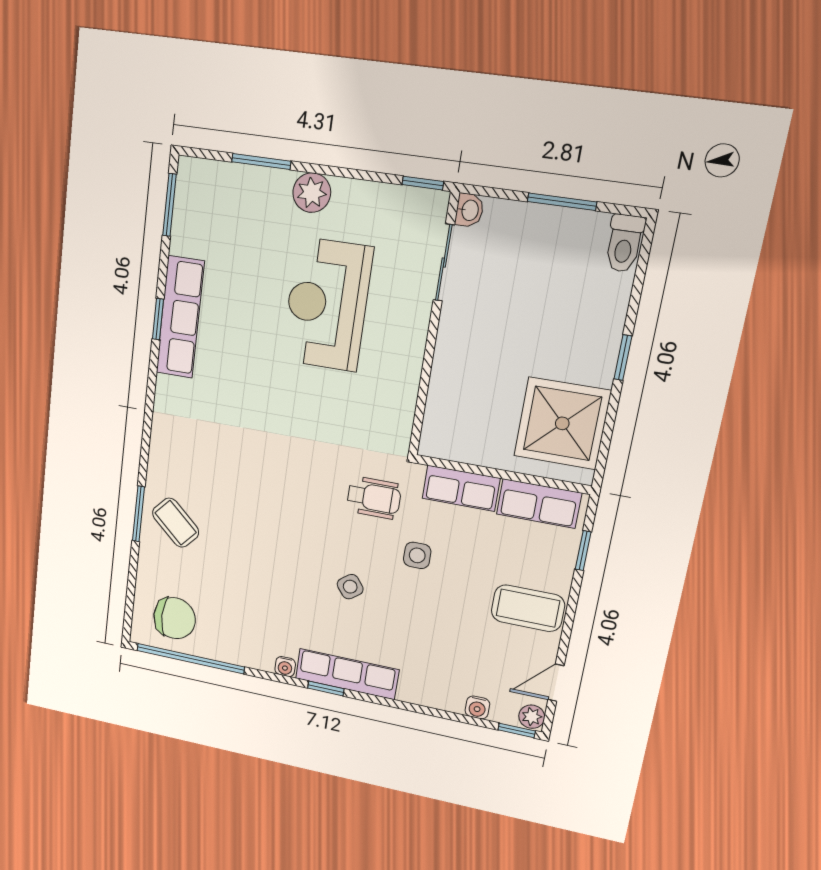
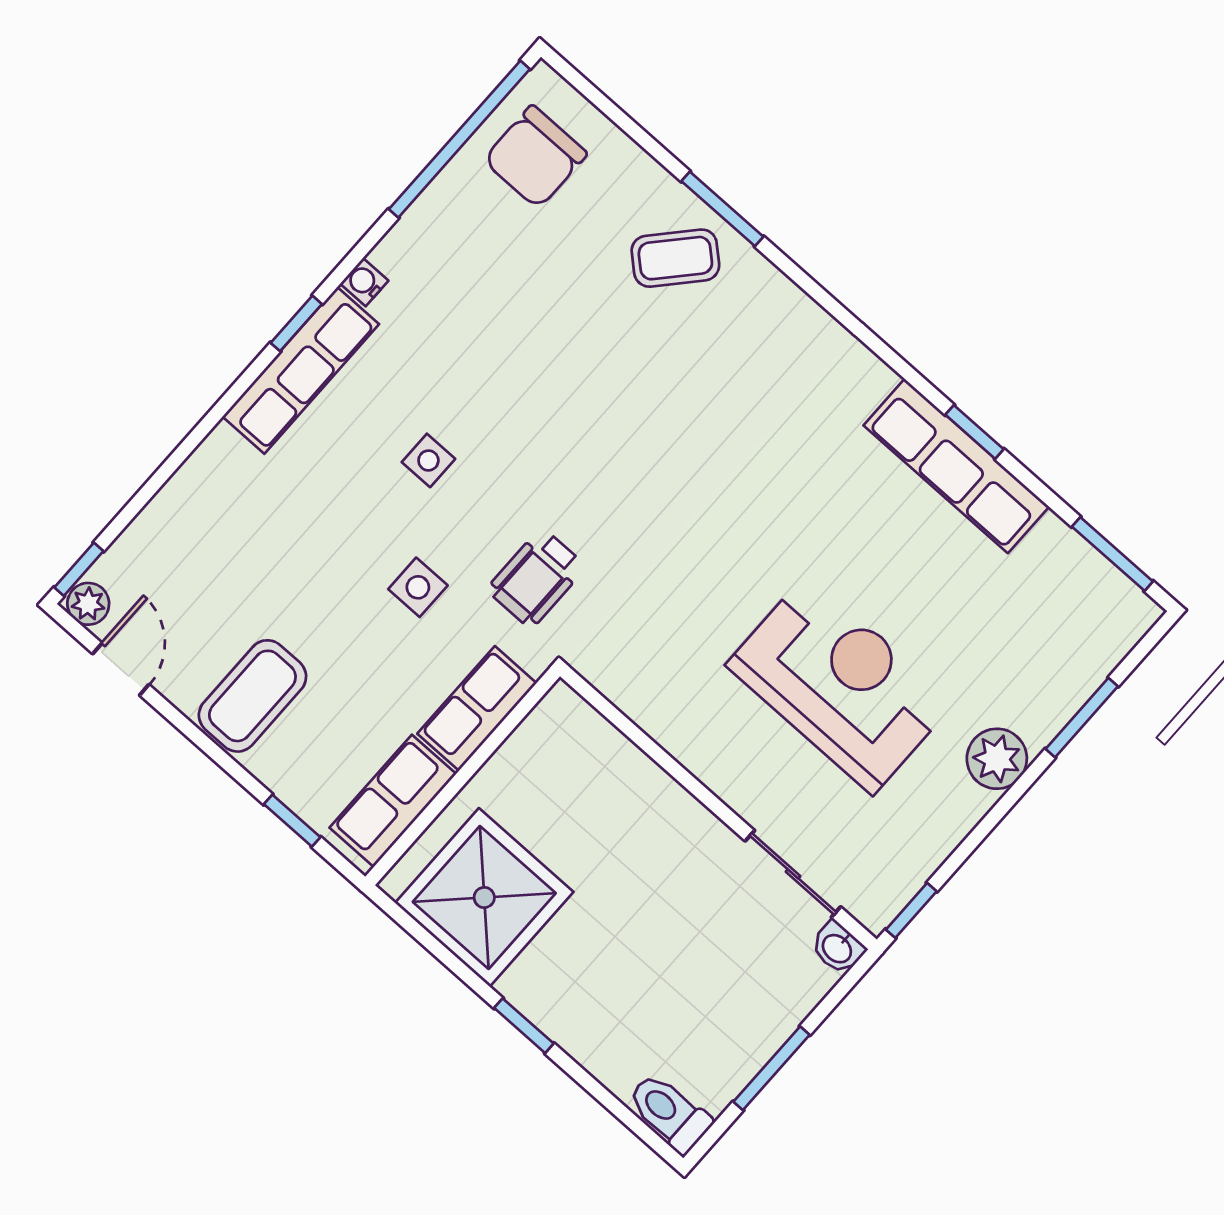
side table: (350, 587) -> (428, 460), turned 37
water cooler: (477, 707) -> (144, 533), removed

